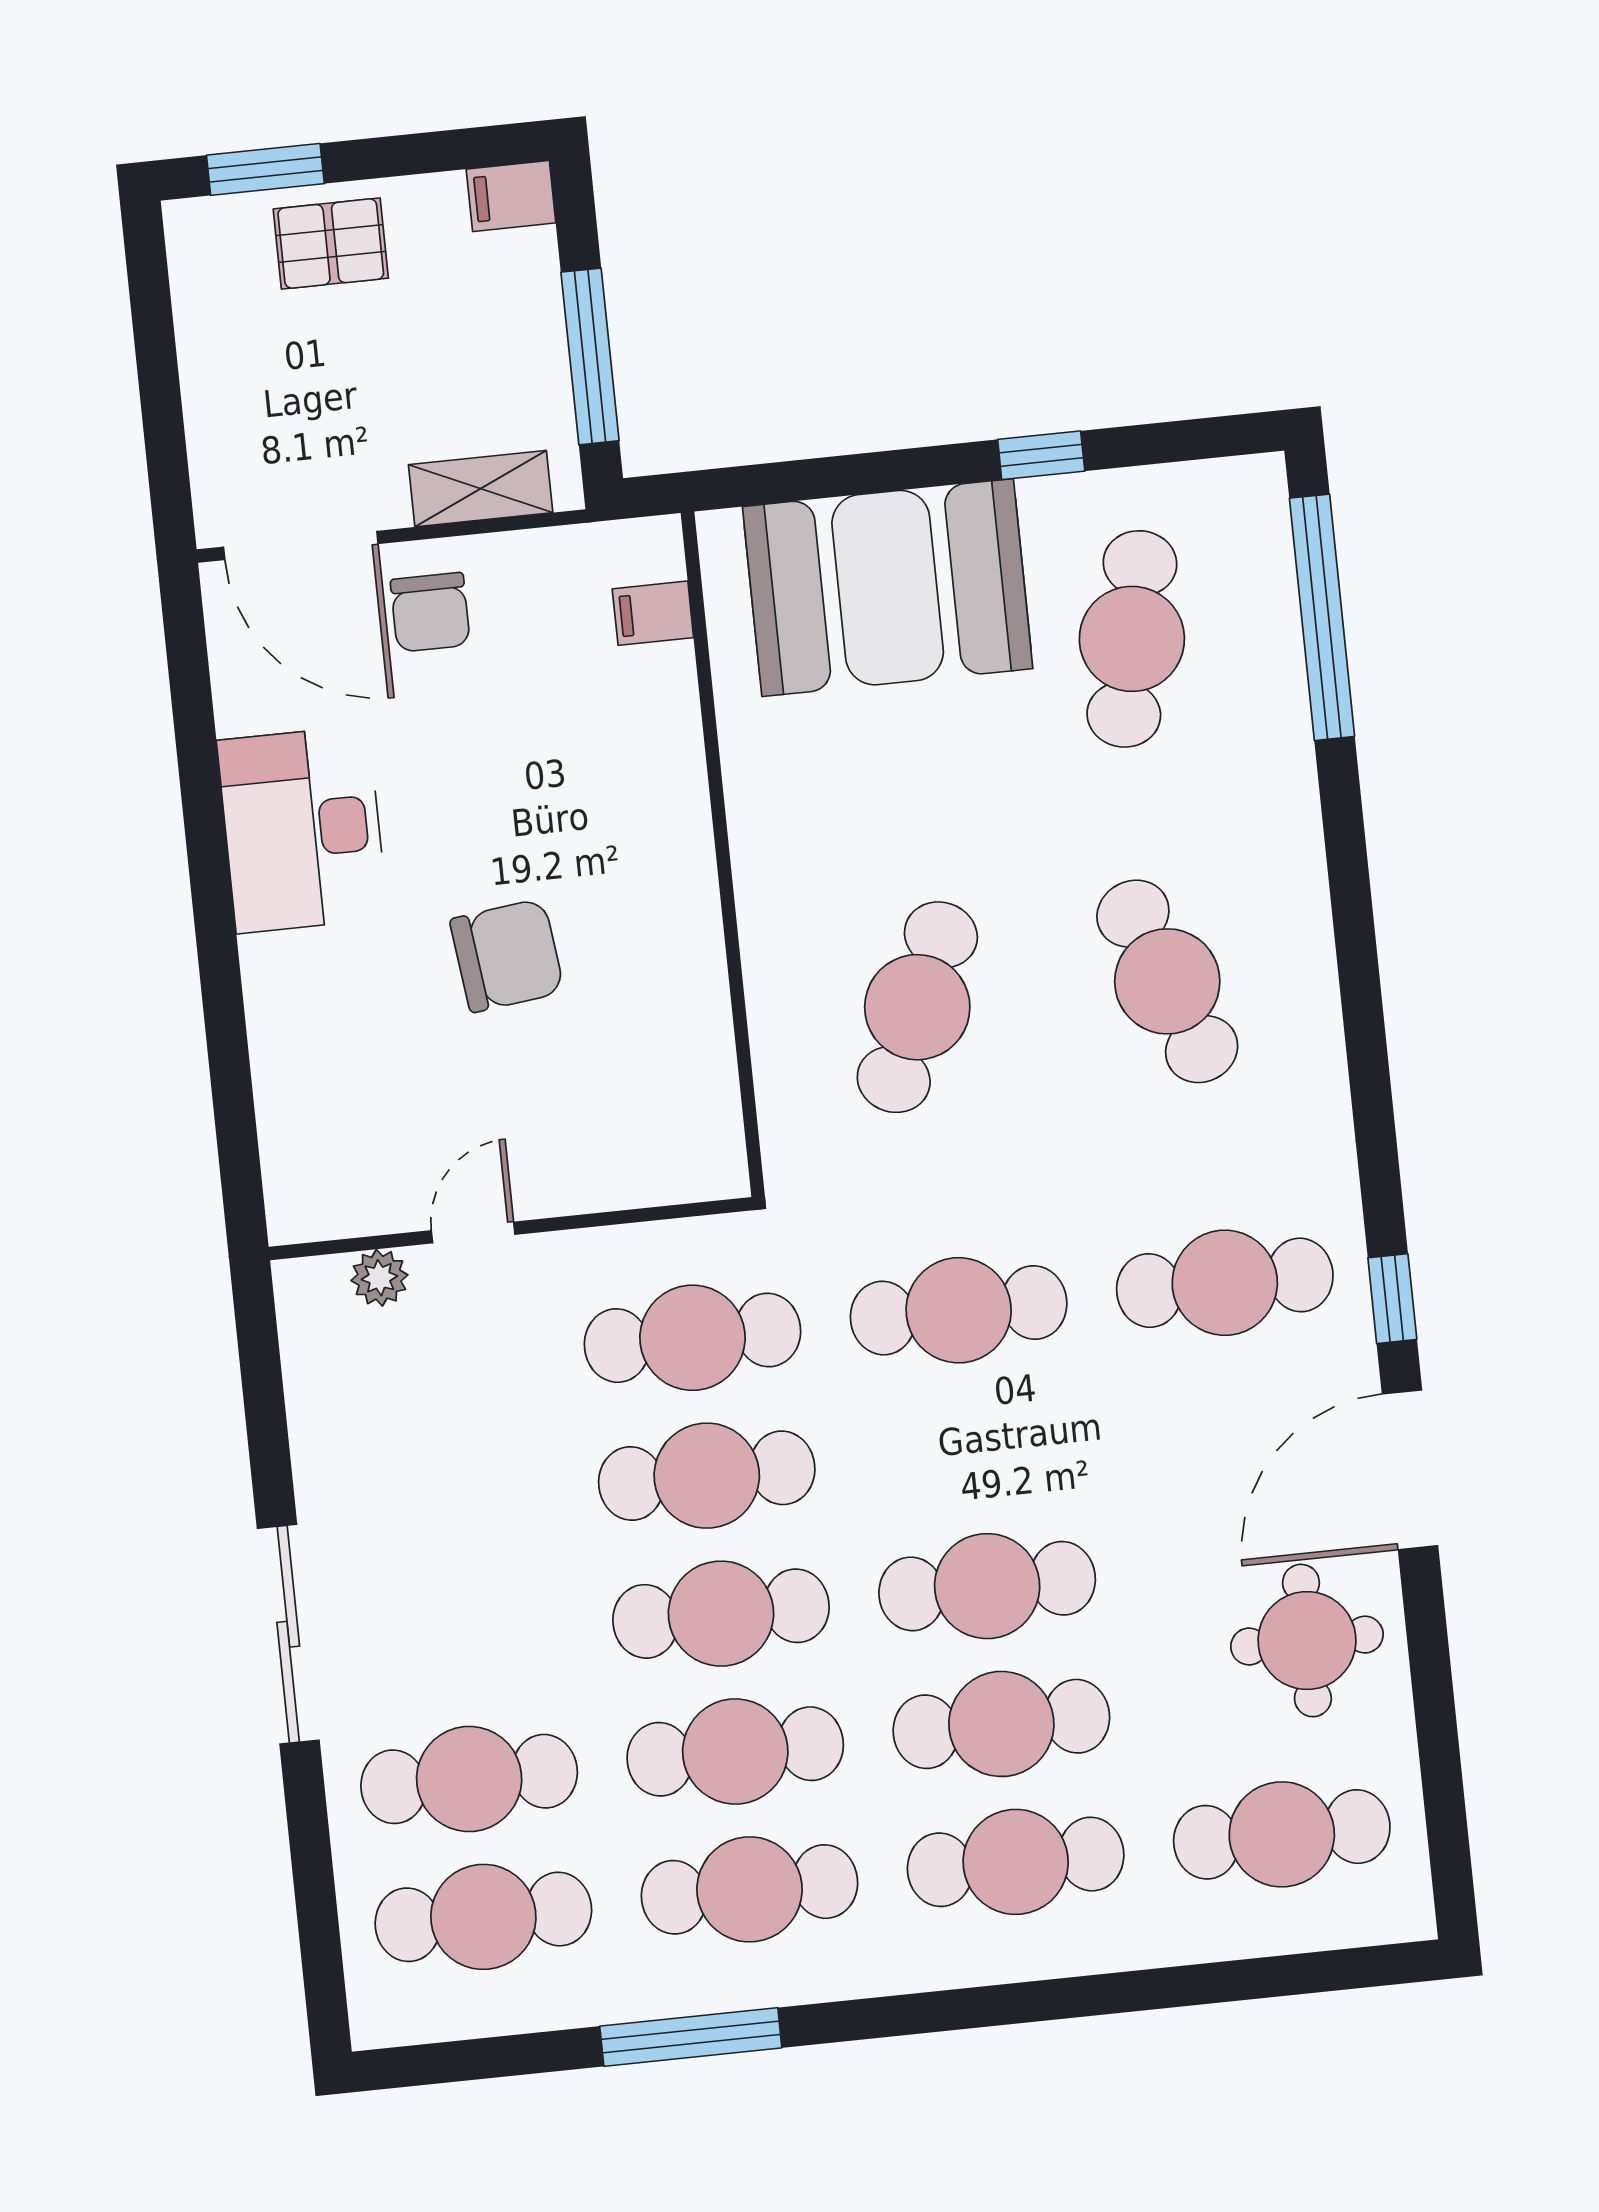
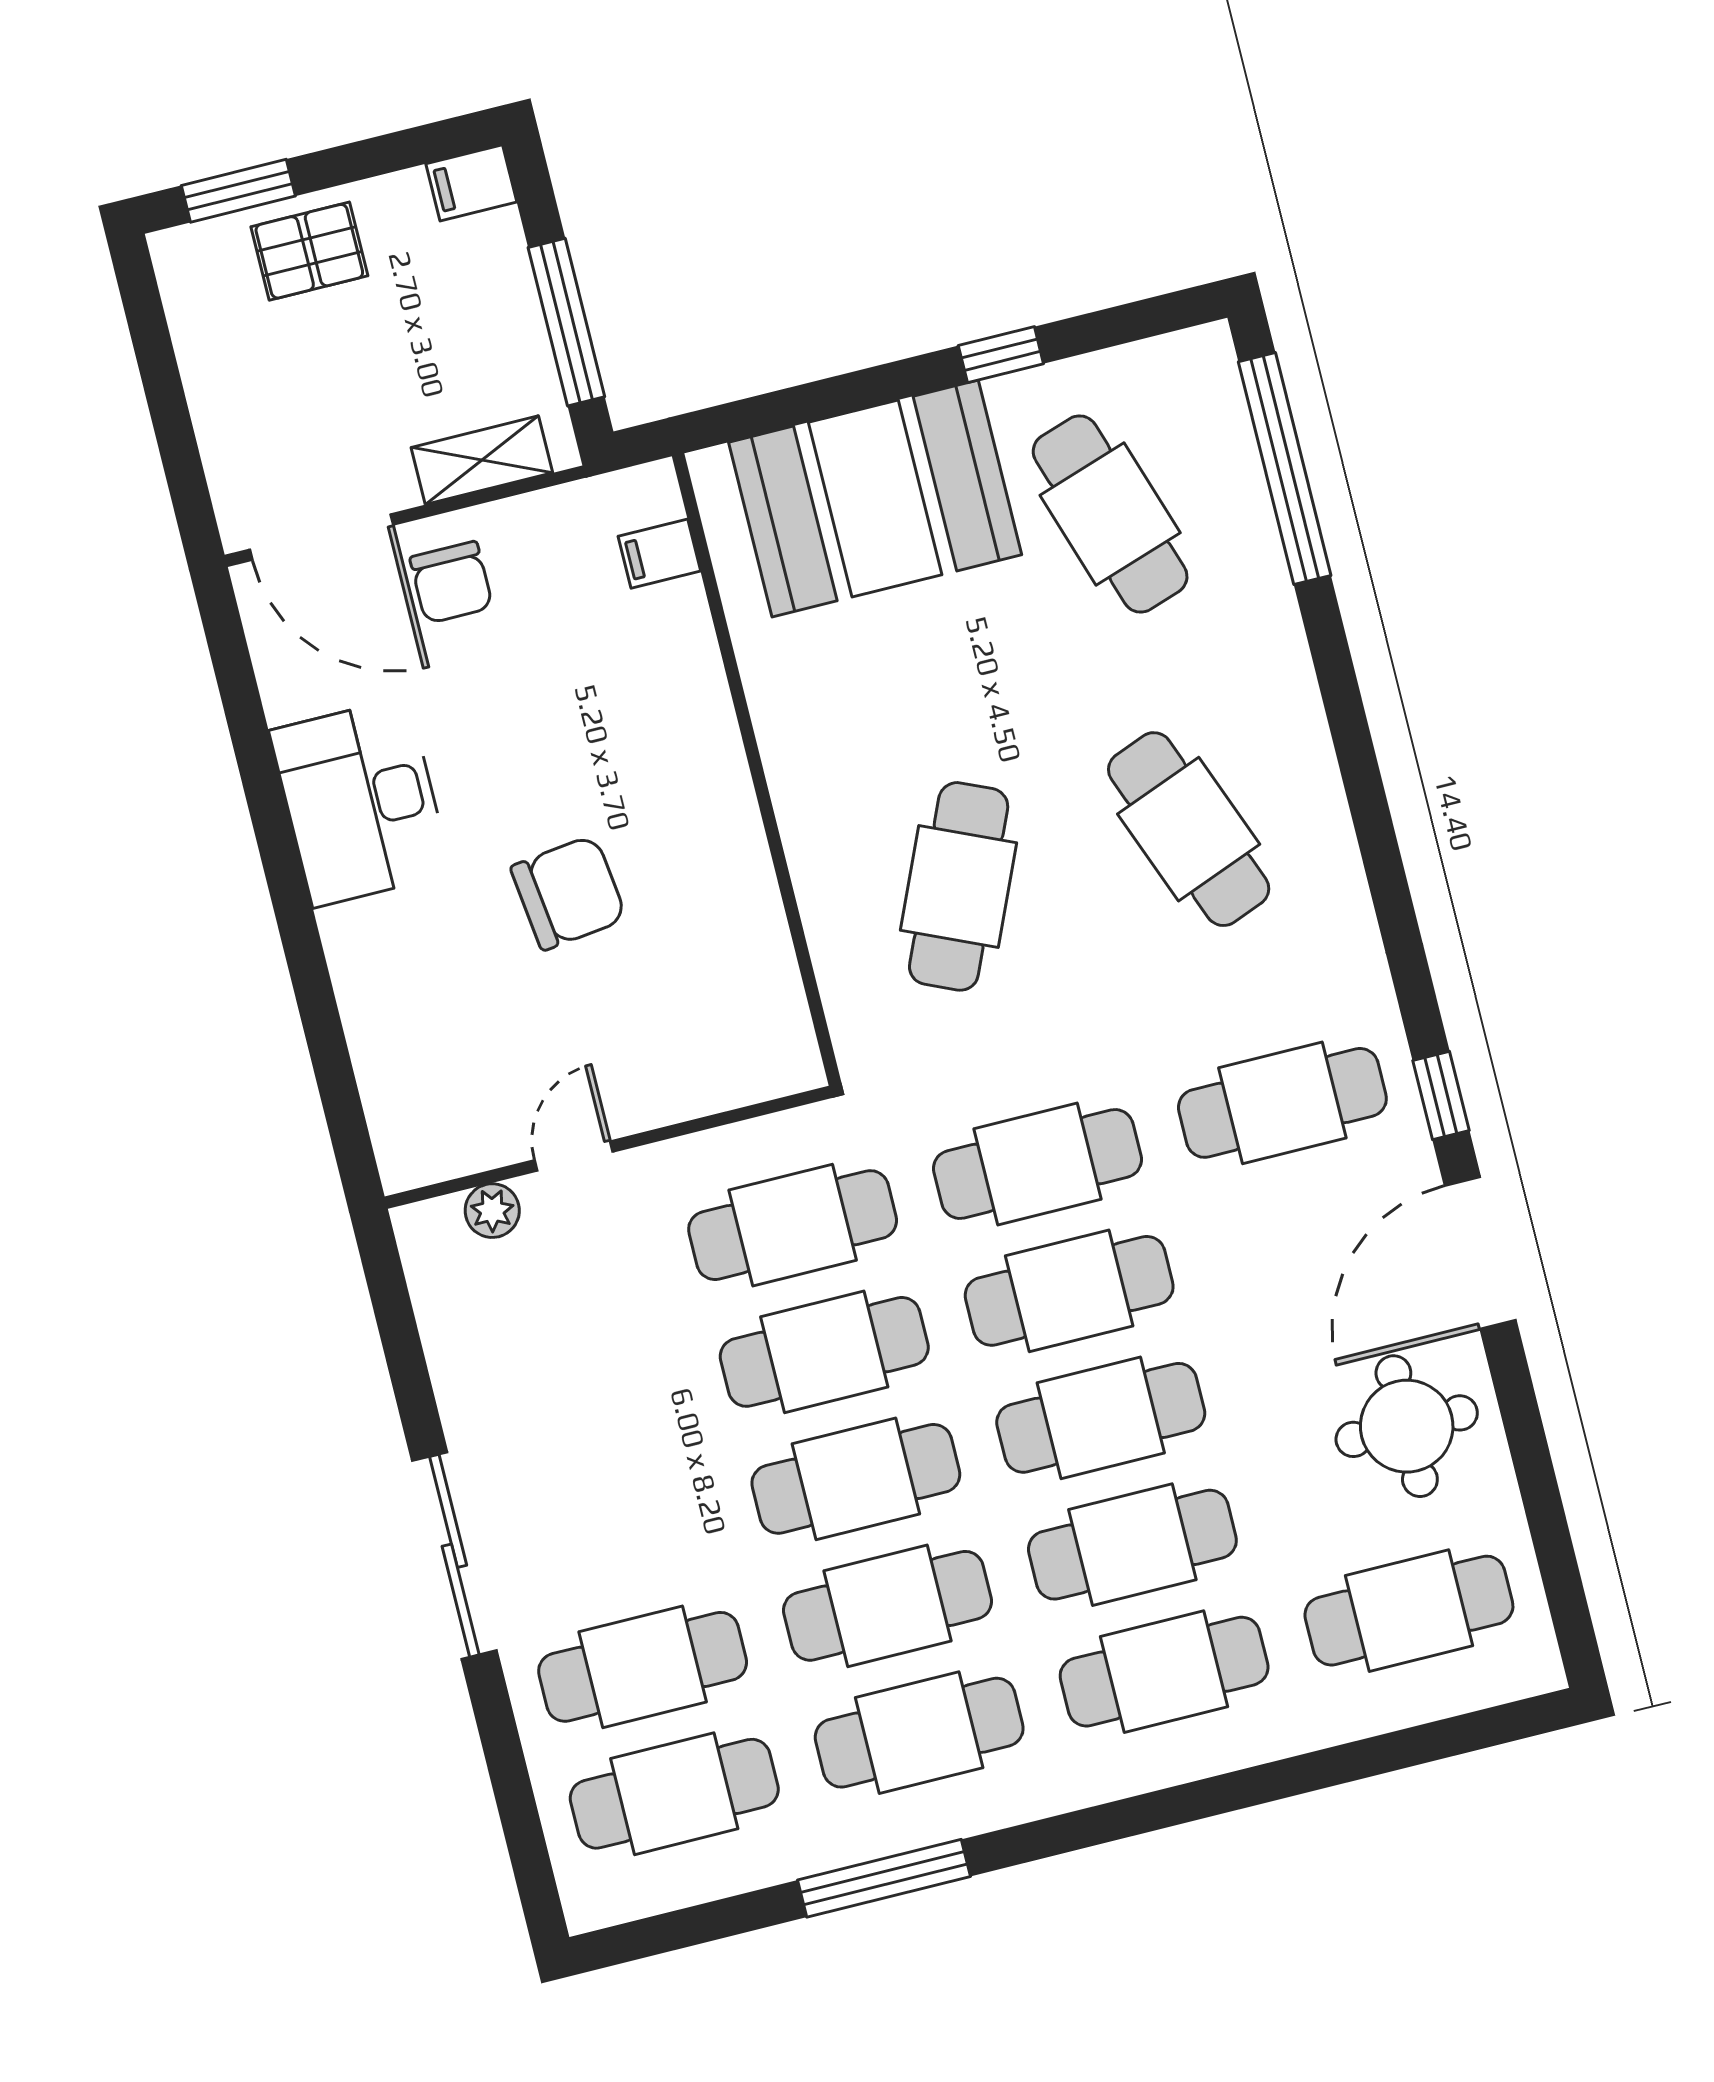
cafe table: (1132, 639) -> (1110, 514), turned -30
cafe table: (973, 1448) -> (1069, 1291), added

